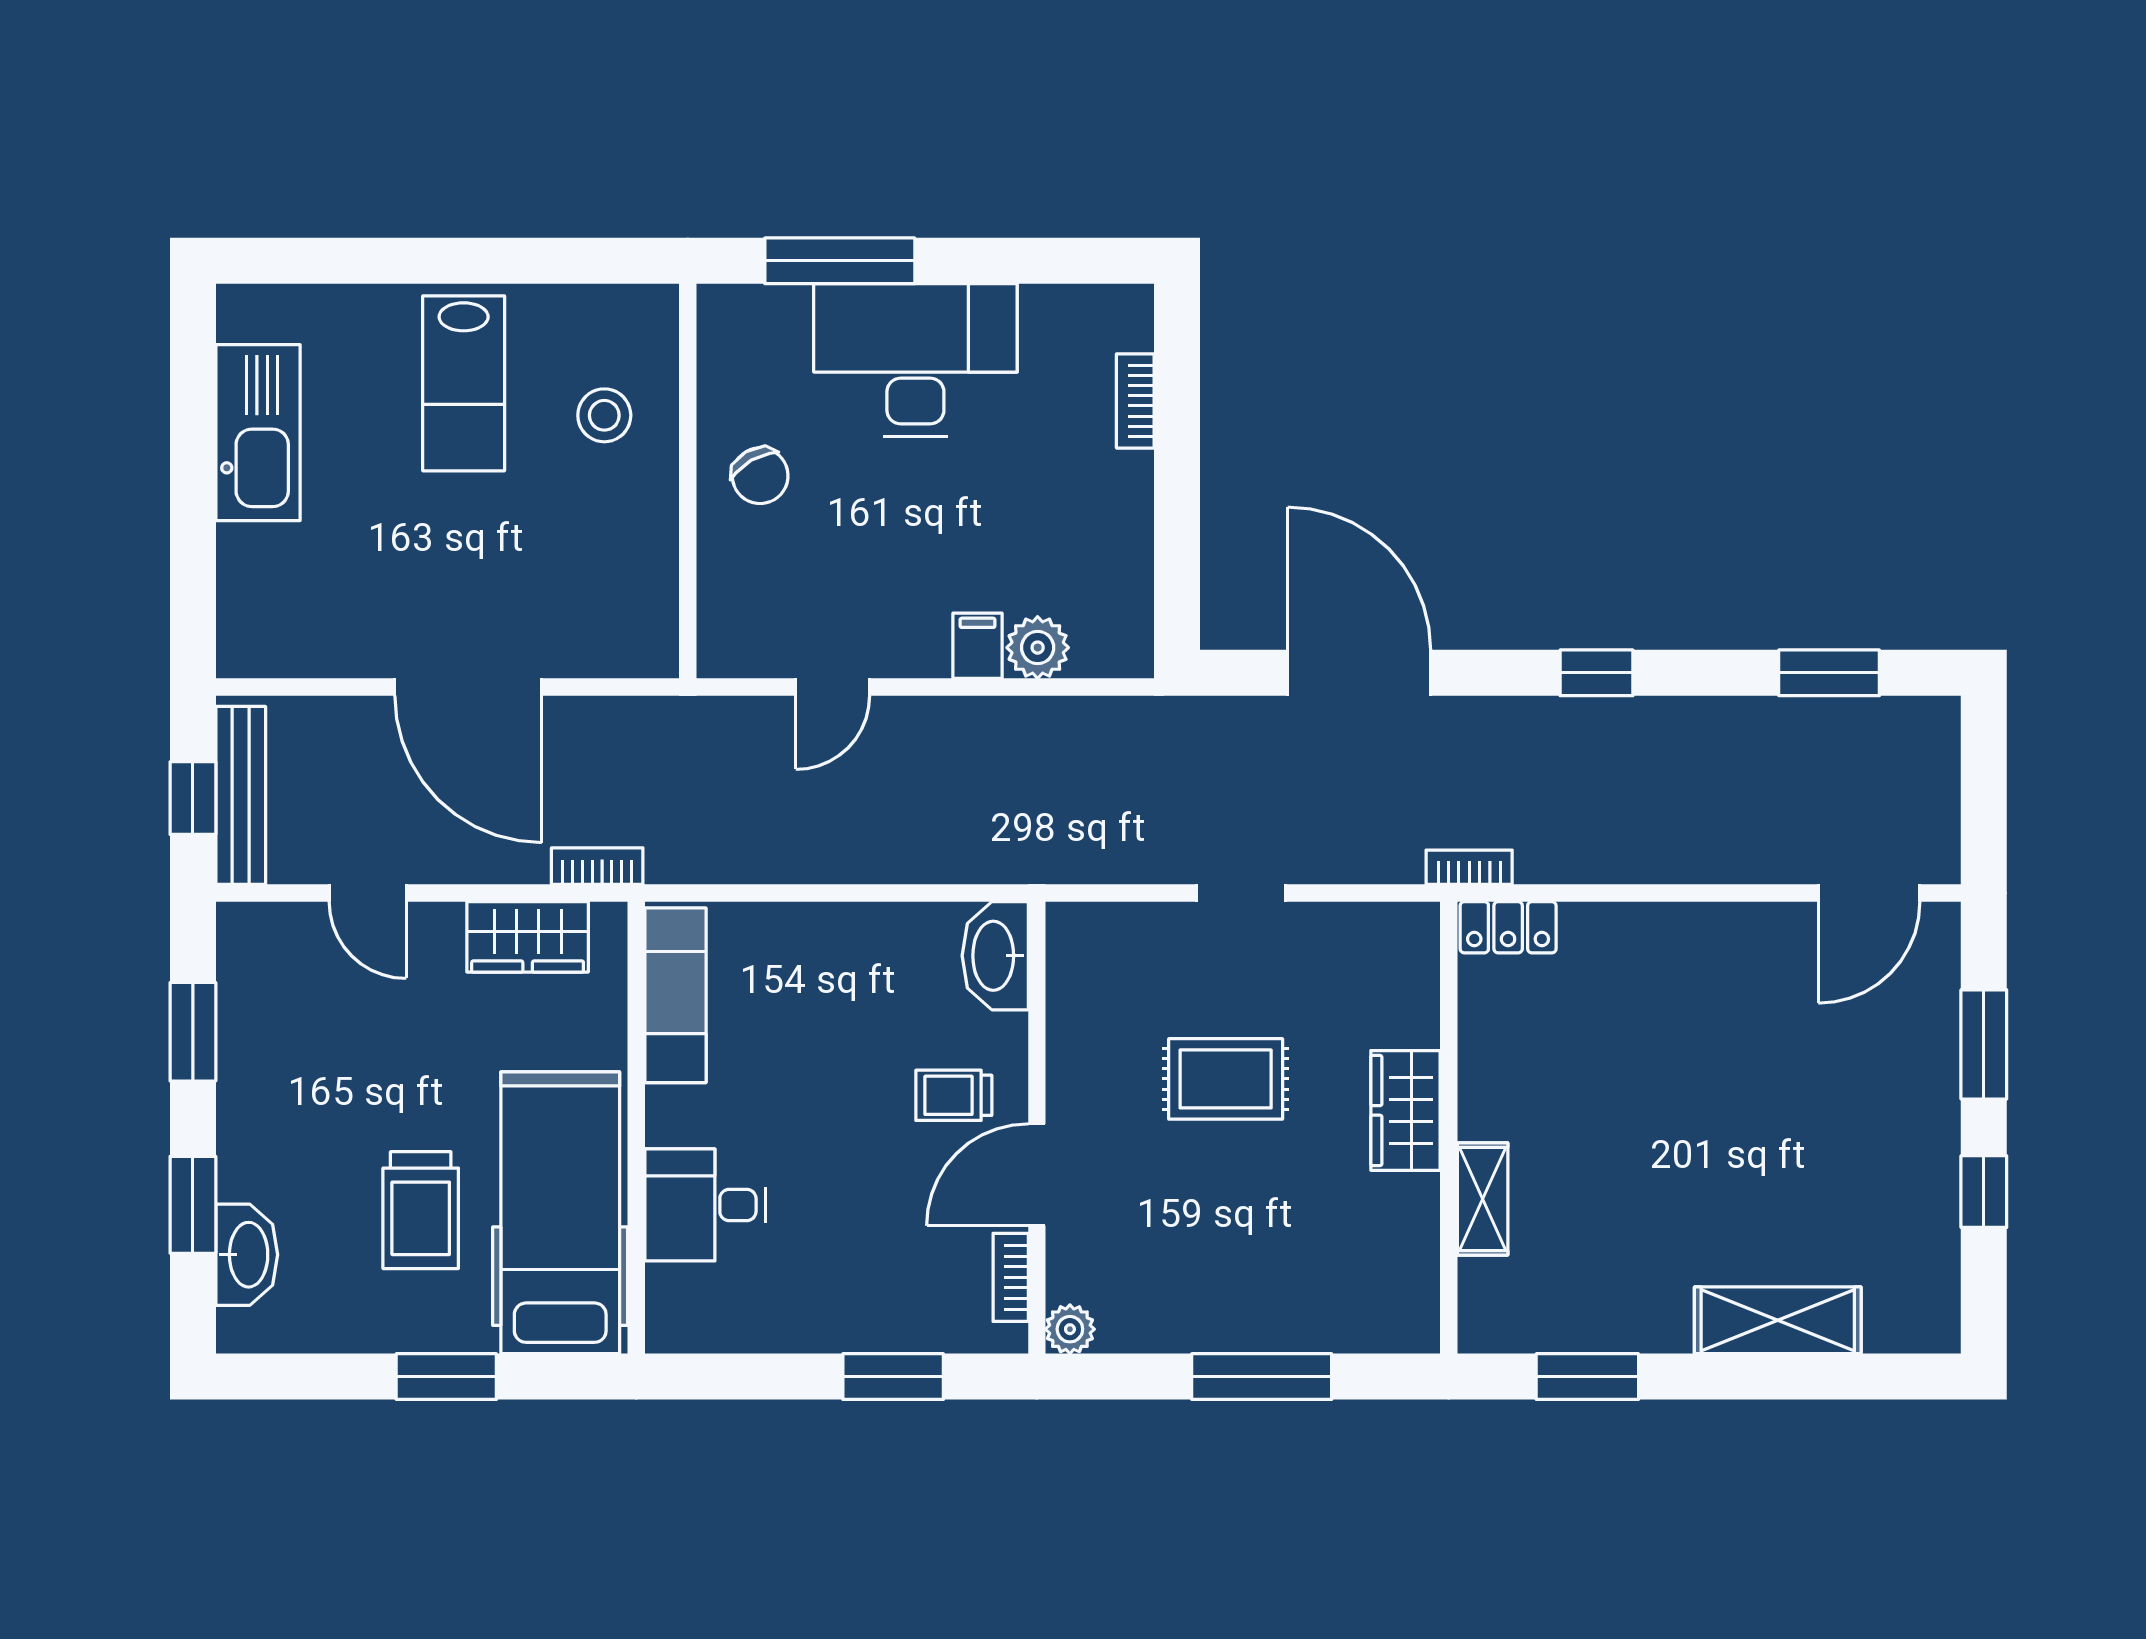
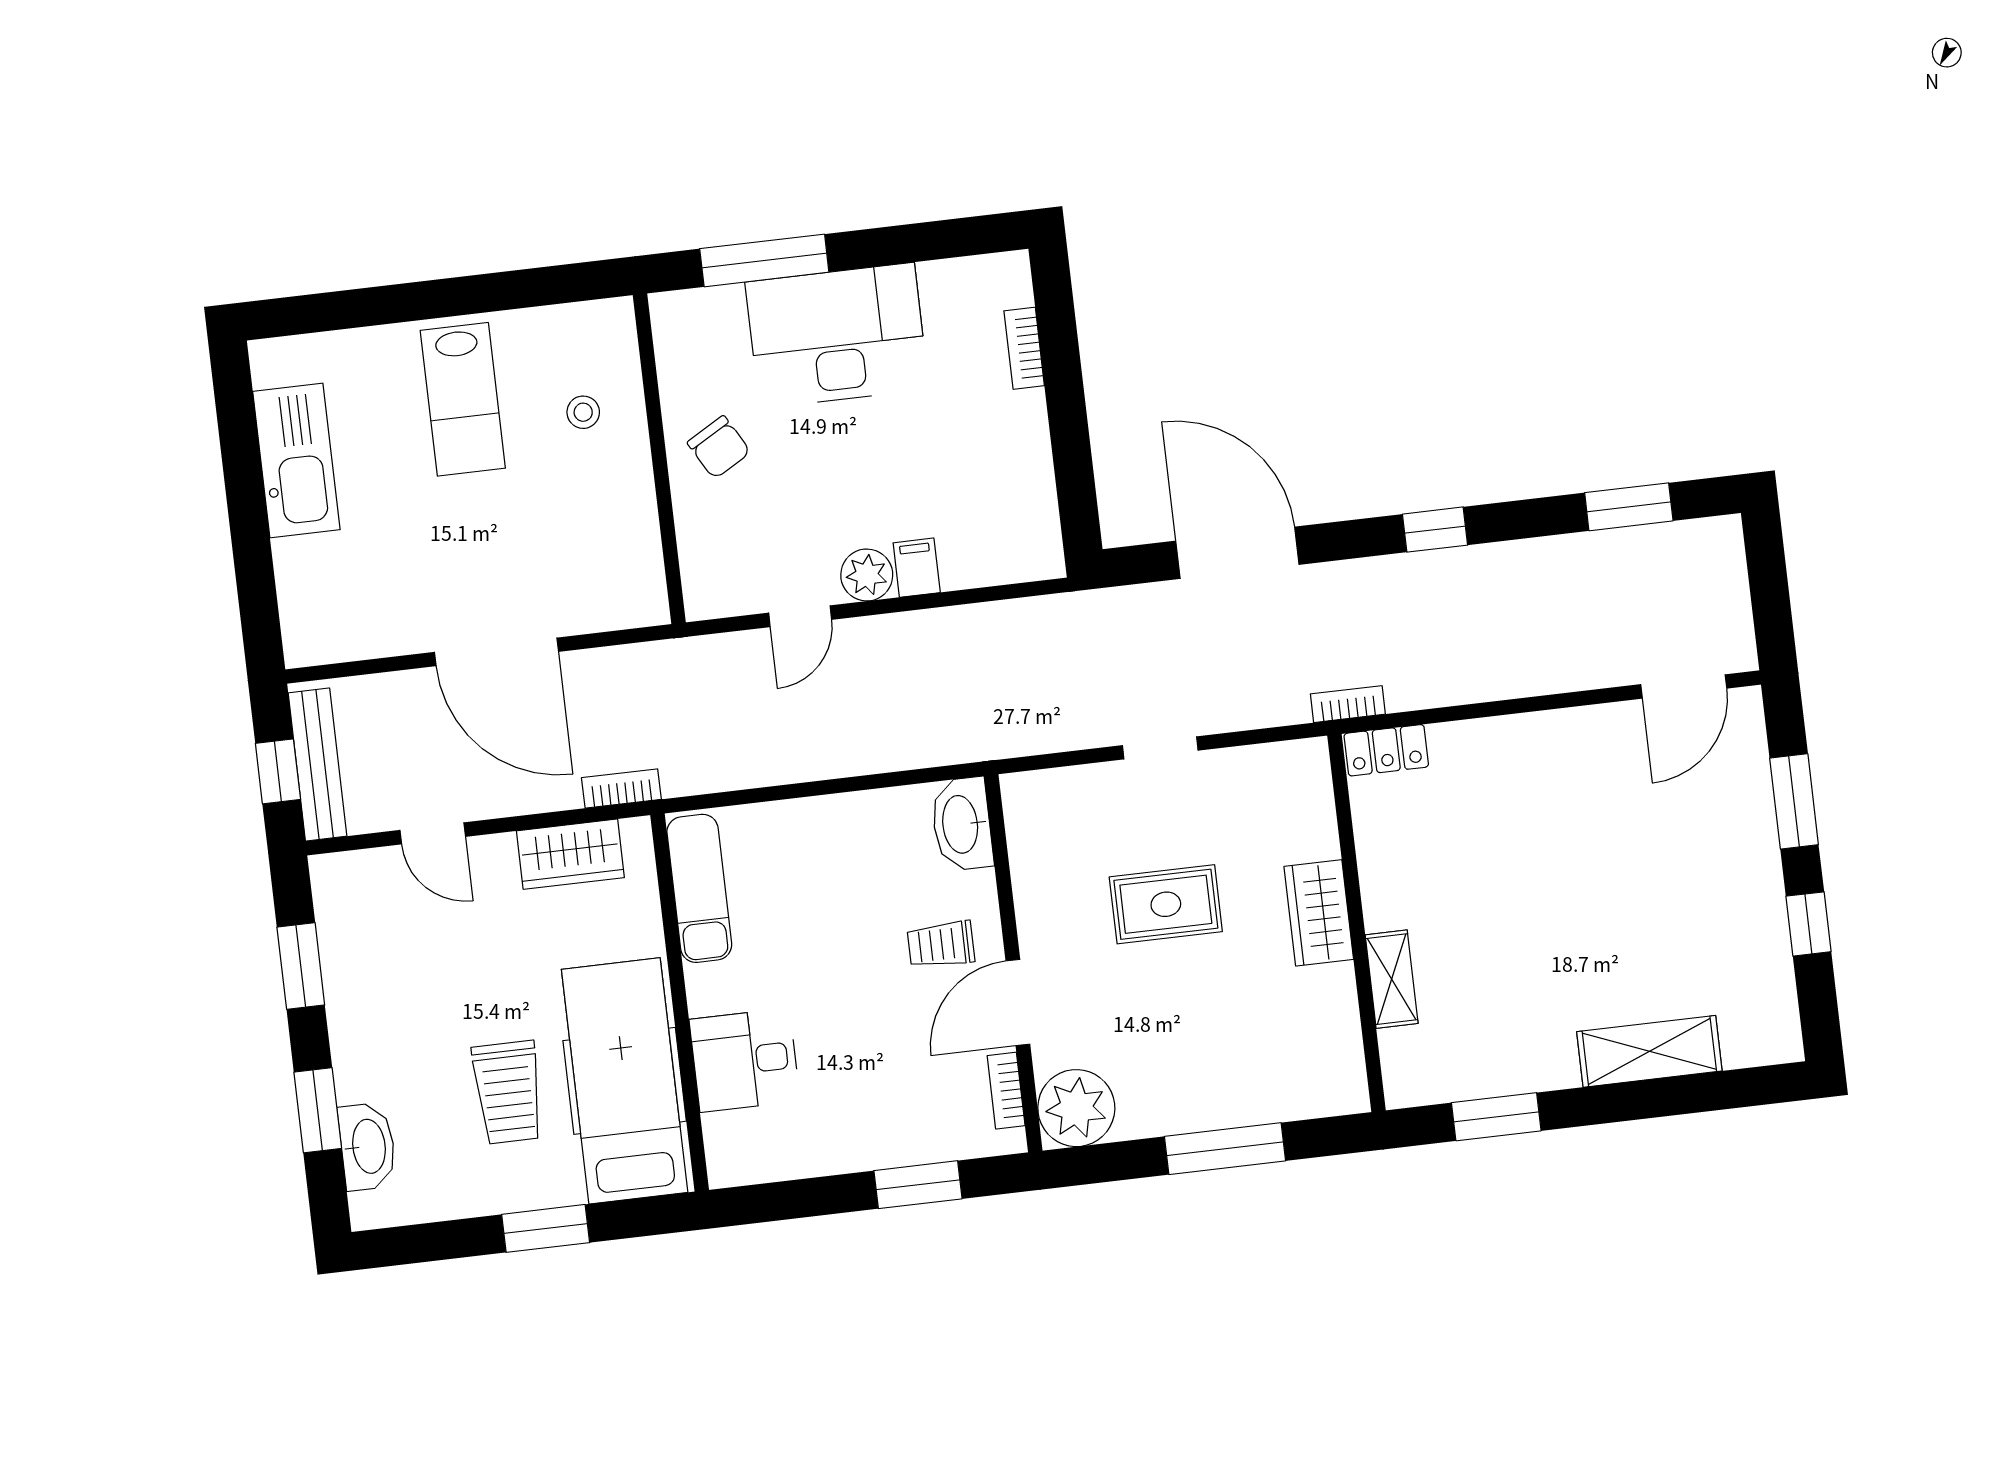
stool: (604, 415) -> (583, 412), width x0.73, depth x0.73
plant: (1038, 648) -> (867, 575), moved
plant: (1070, 1329) -> (1076, 1108), width x1.88, depth x1.88

